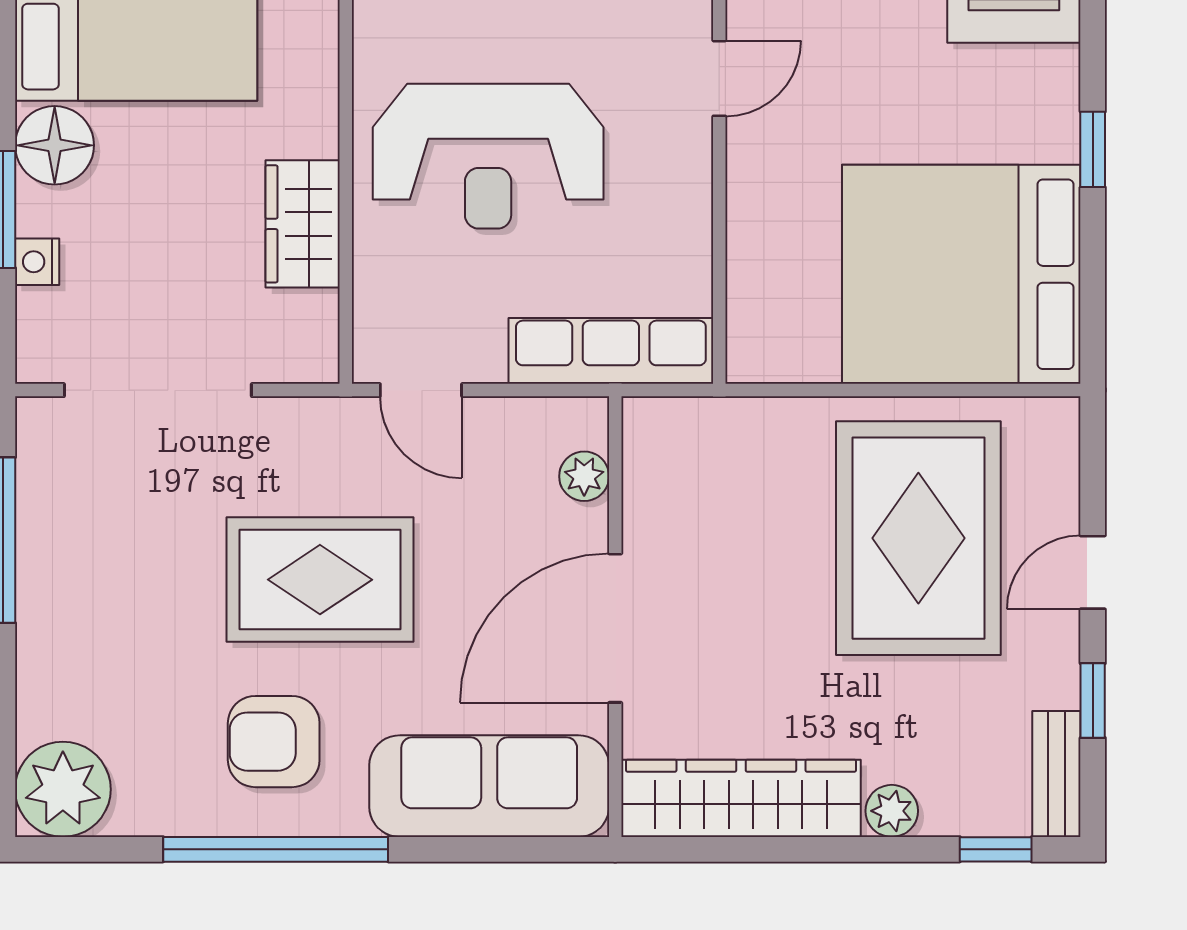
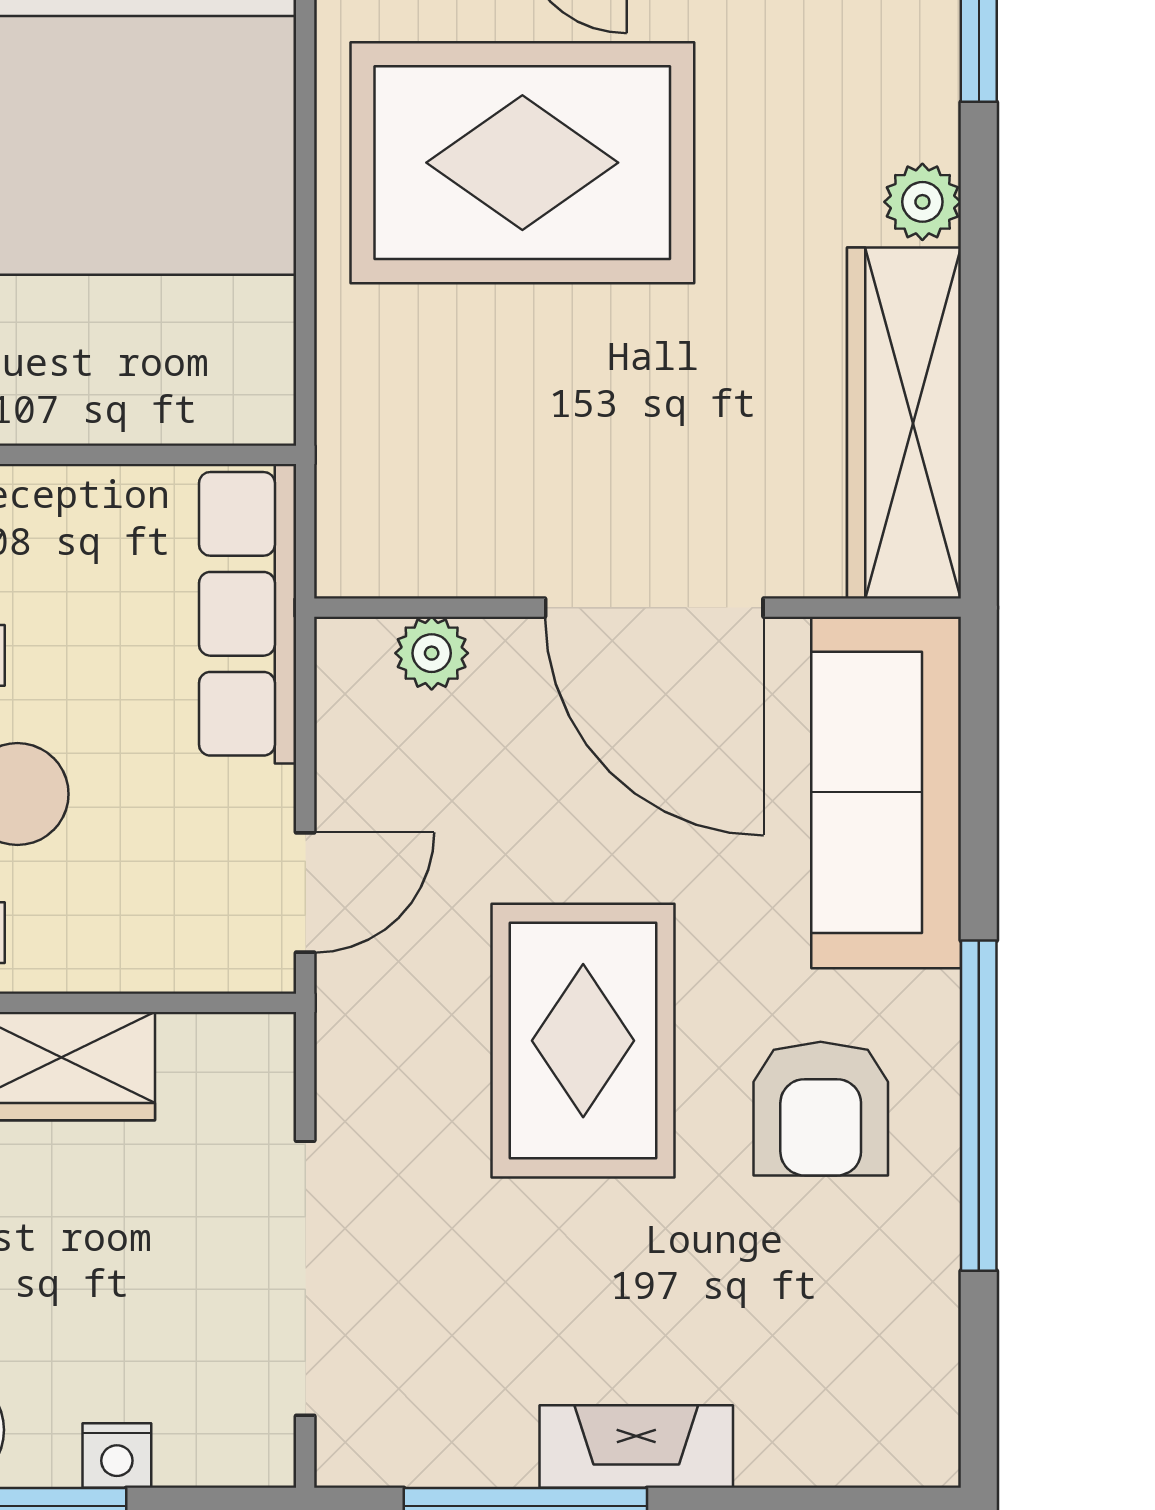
fireplace: (43, 616) -> (636, 1446), added
plant: (63, 789) -> (891, 1418), removed

